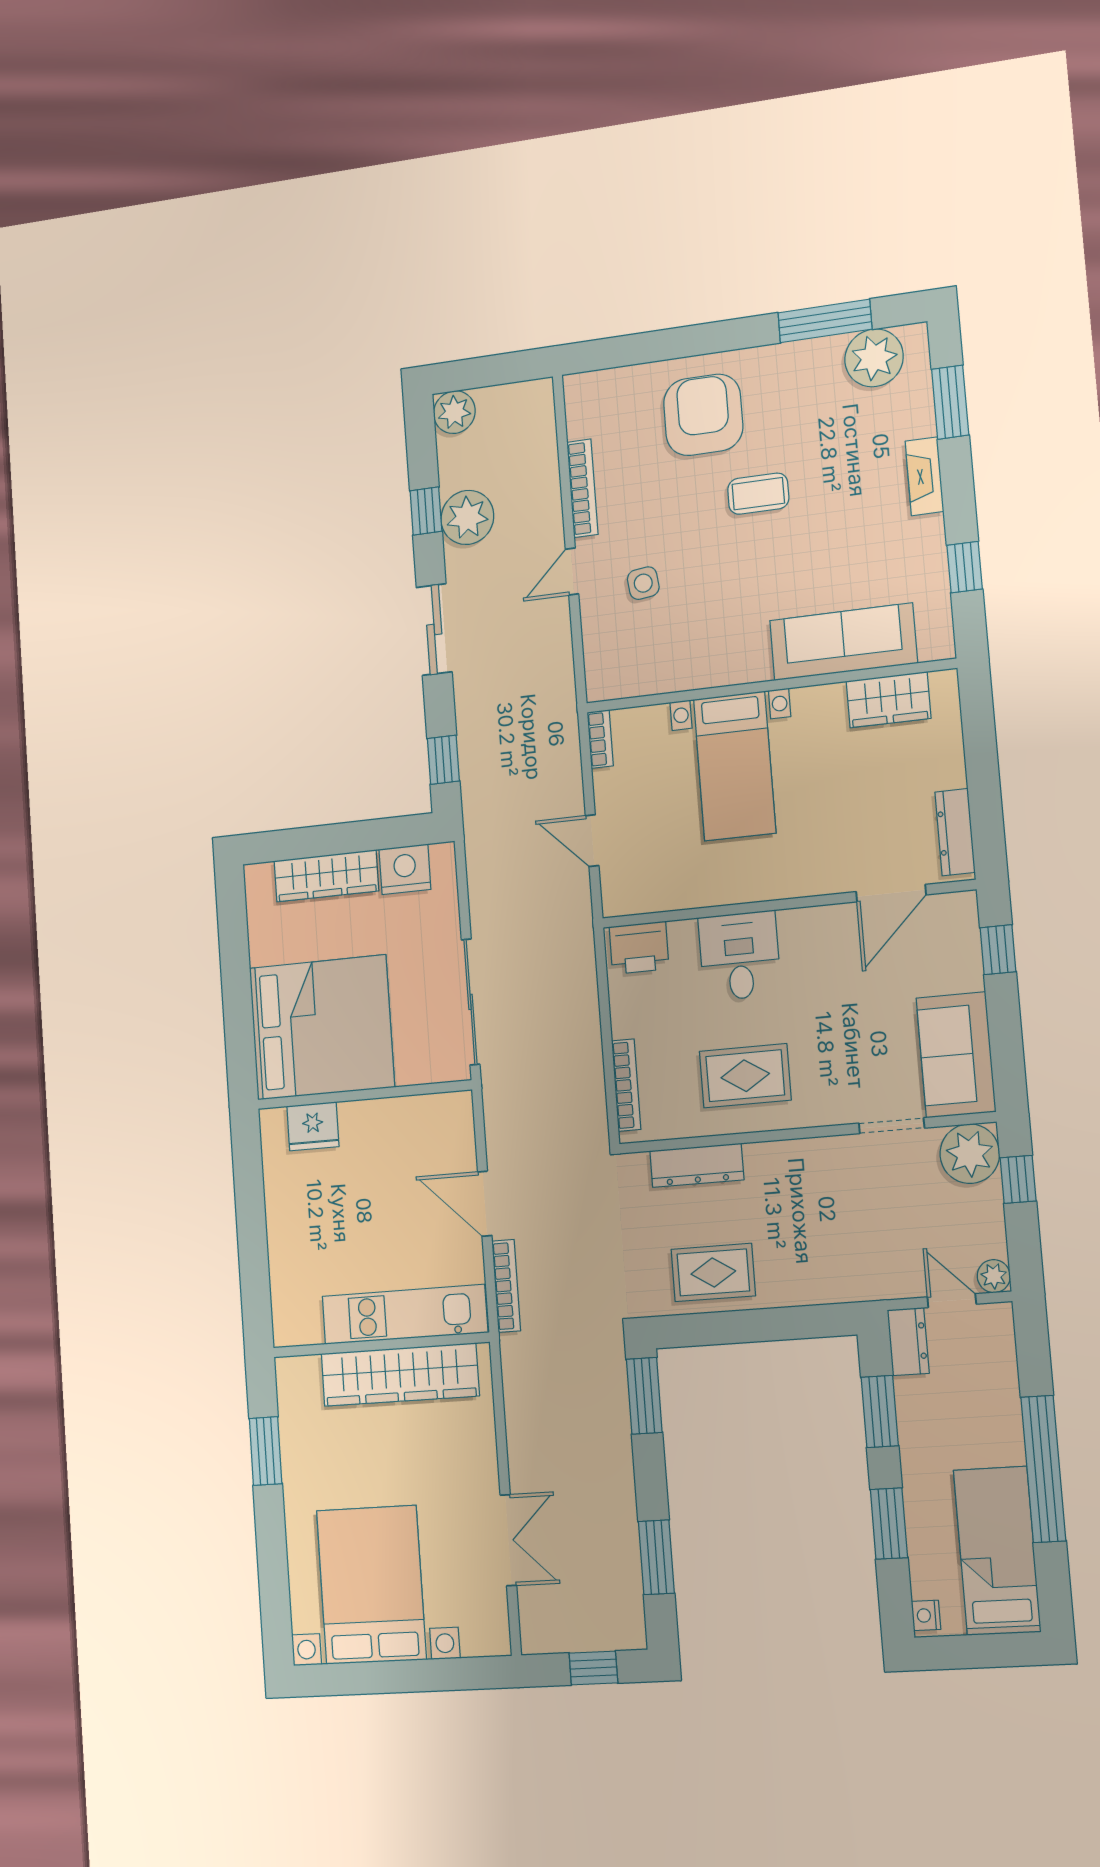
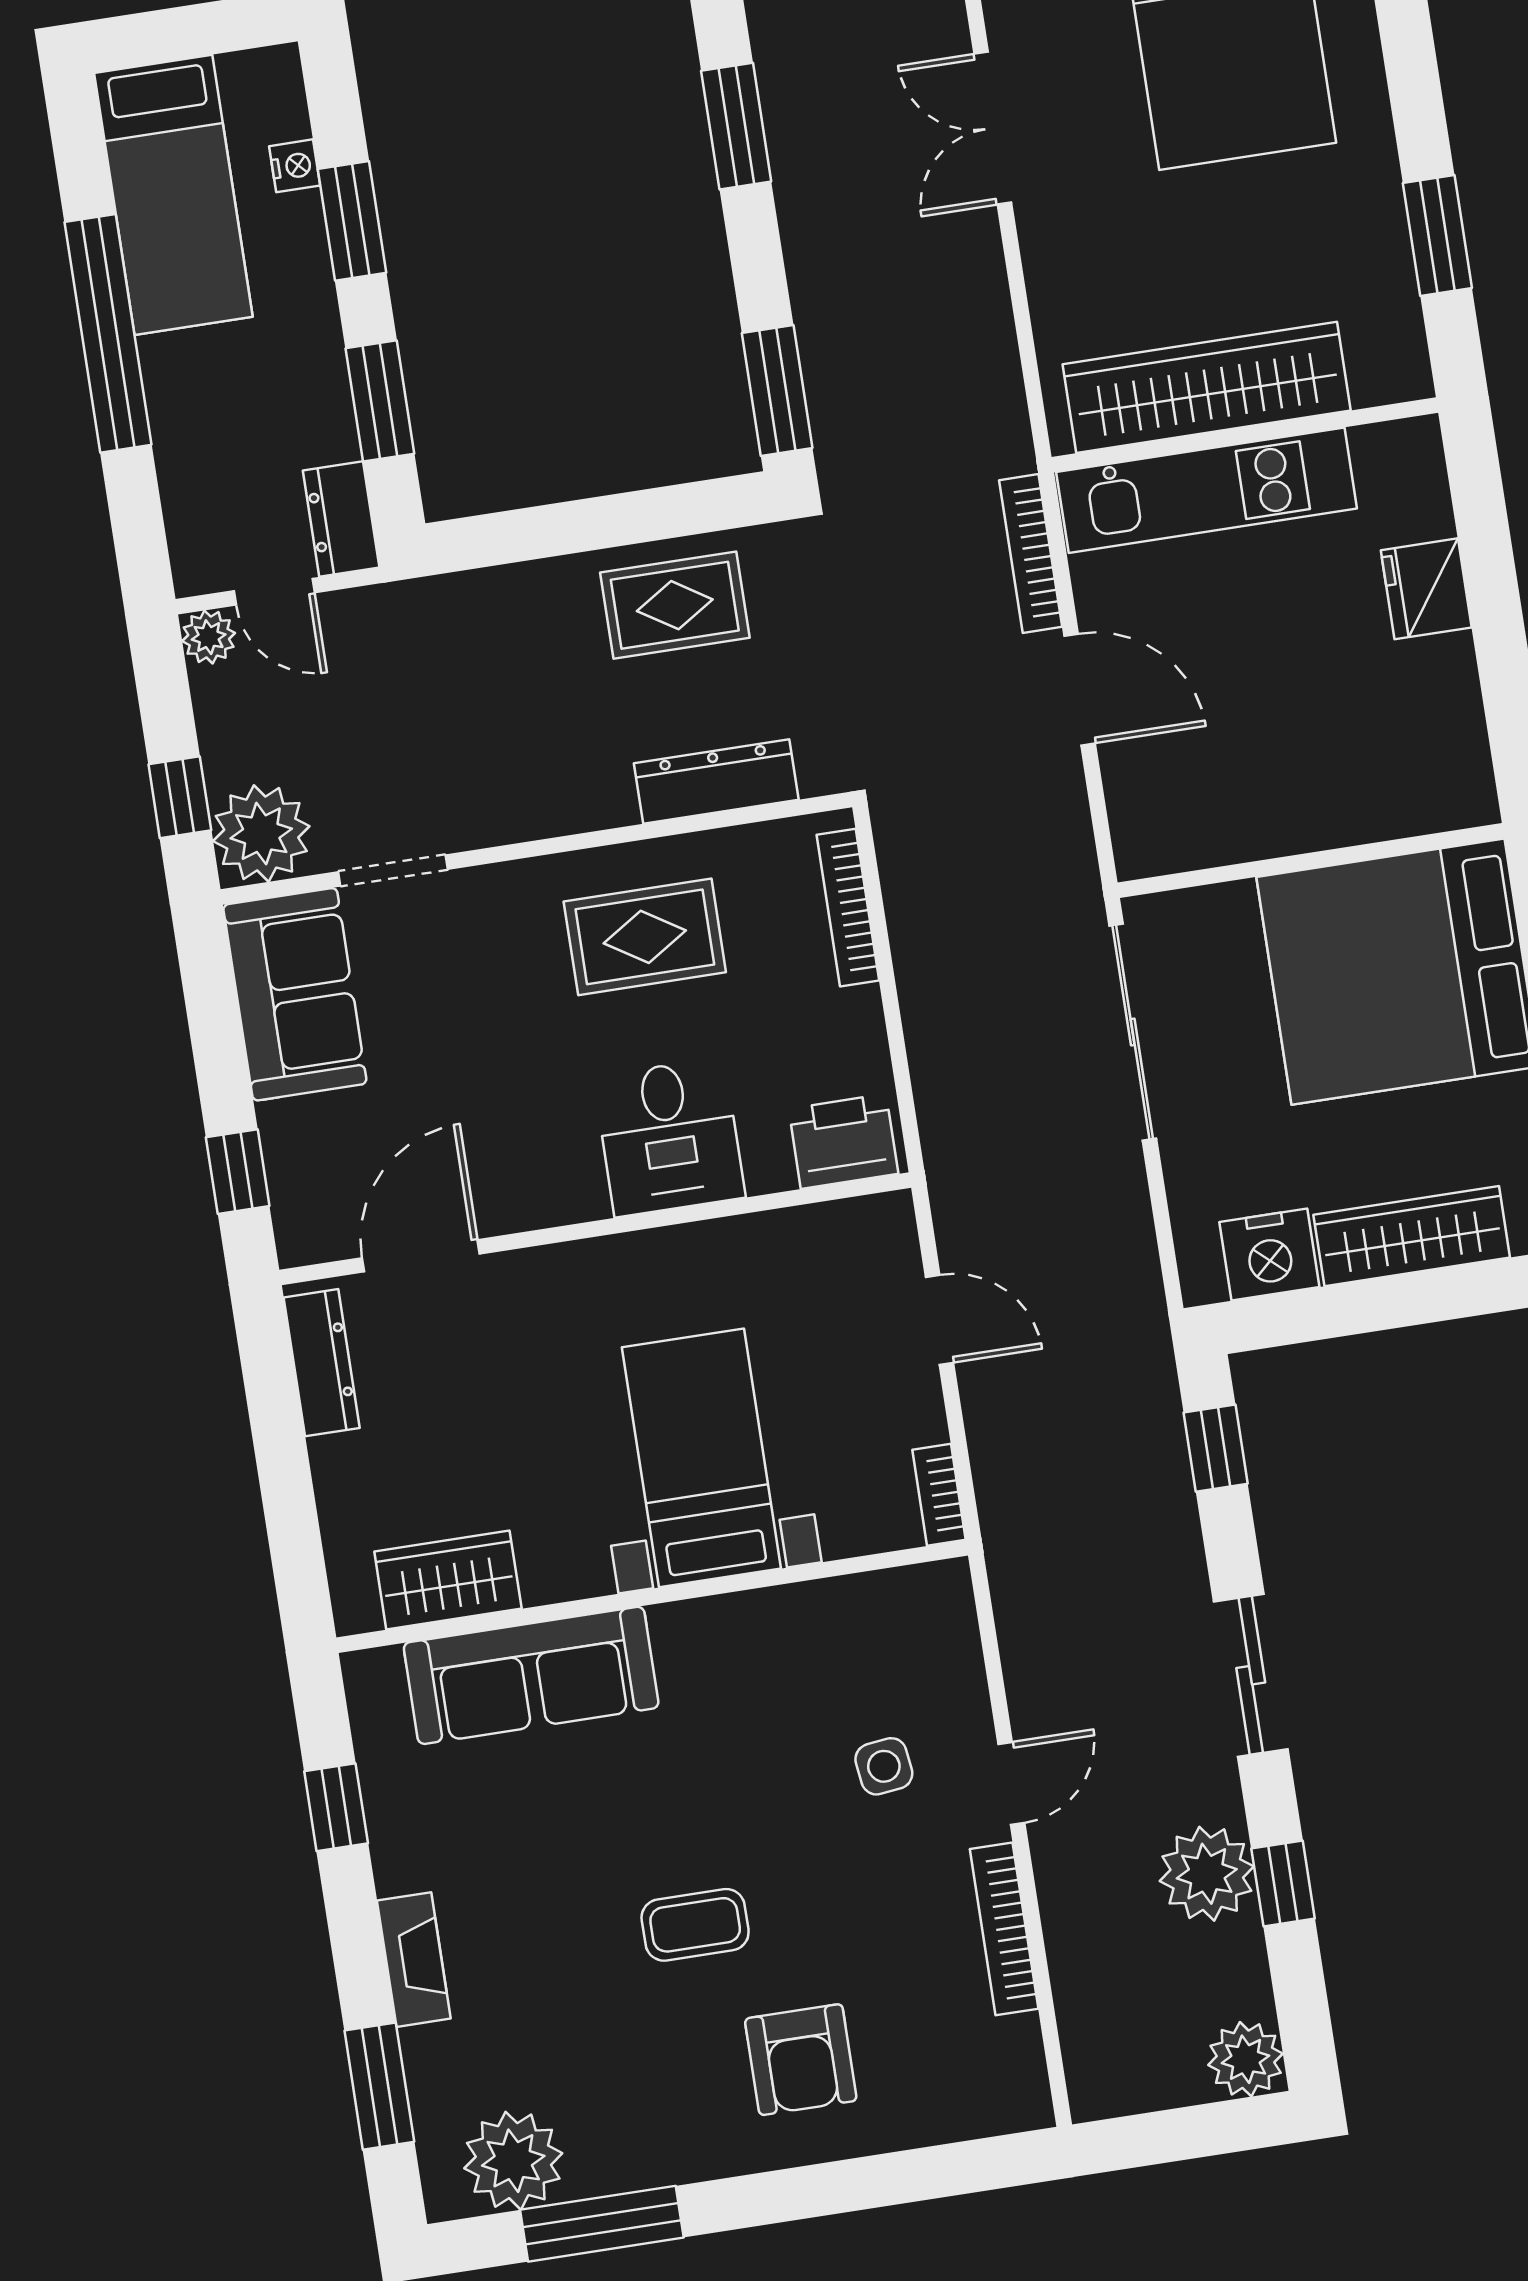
armchair: (703, 415) -> (801, 2060), width x0.73, depth x0.73
fridge: (313, 1126) -> (1426, 589), moved, turned -90
nightstand: (926, 1615) -> (295, 166), moved

